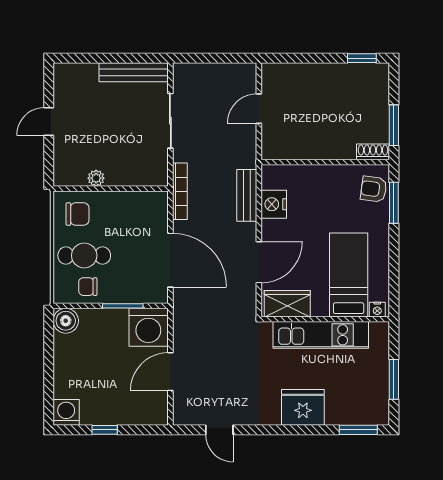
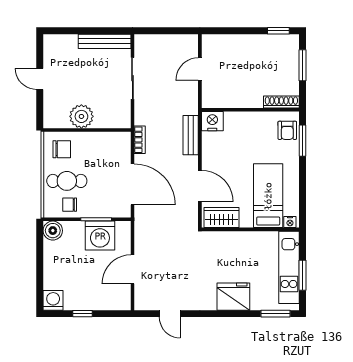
door: (49, 122) -> (40, 79), hinge flipped
window: (394, 125) -> (303, 65), moved
shoe rack: (373, 152) -> (281, 102), width x1.43
plant: (96, 178) -> (81, 116), width x1.88, depth x1.88
armchair: (374, 189) -> (287, 130), turned -98
bookcase: (180, 191) -> (140, 140), width x0.64
nightstand: (274, 204) -> (212, 121), moved, turned 90
door: (259, 262) -> (200, 186), hinge flipped
washing machine: (148, 327) -> (100, 236), moved
kitchen unit: (321, 335) -> (289, 267), moved, turned 90

